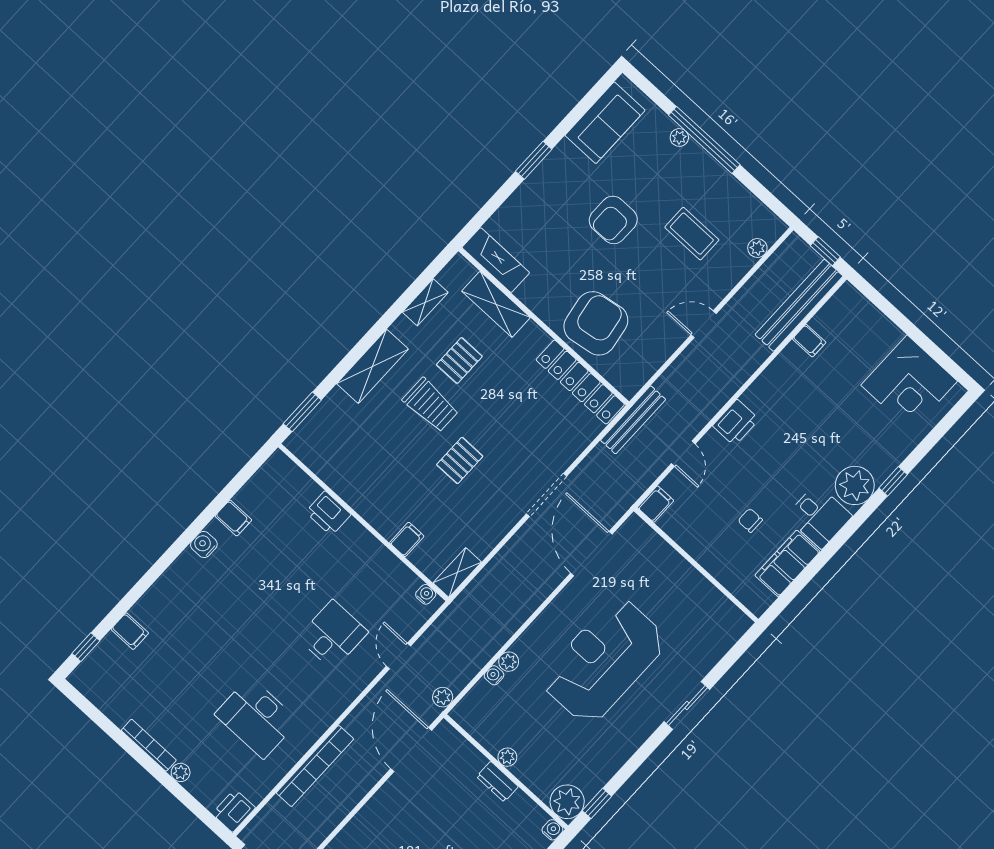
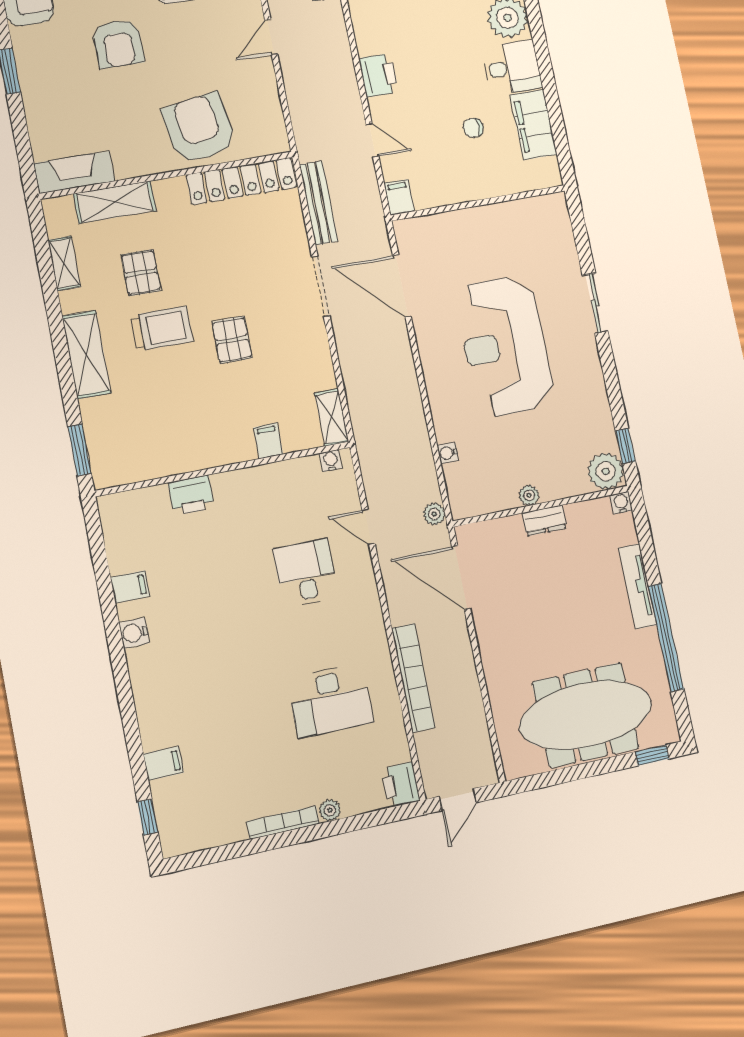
bench: (633, 420) -> (319, 203), moved
plant: (509, 662) -> (445, 431), removed

